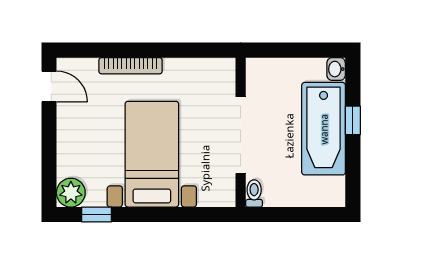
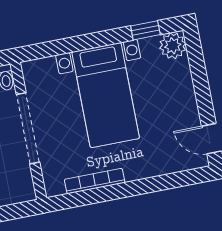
bookcase: (131, 66) -> (95, 181), moved

